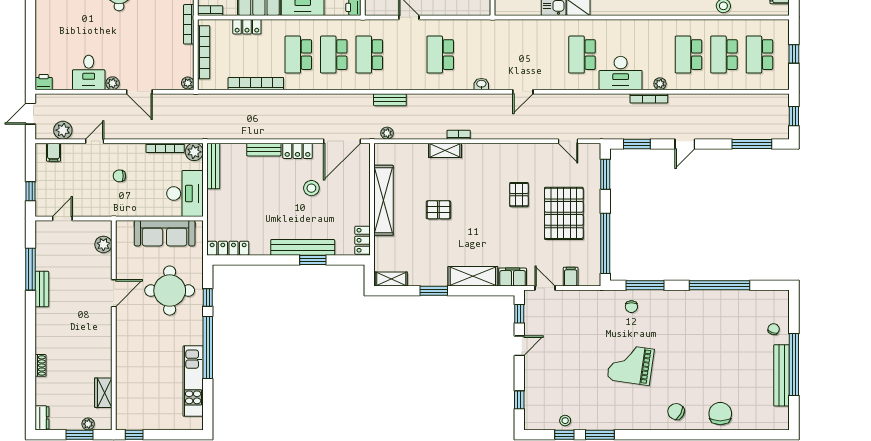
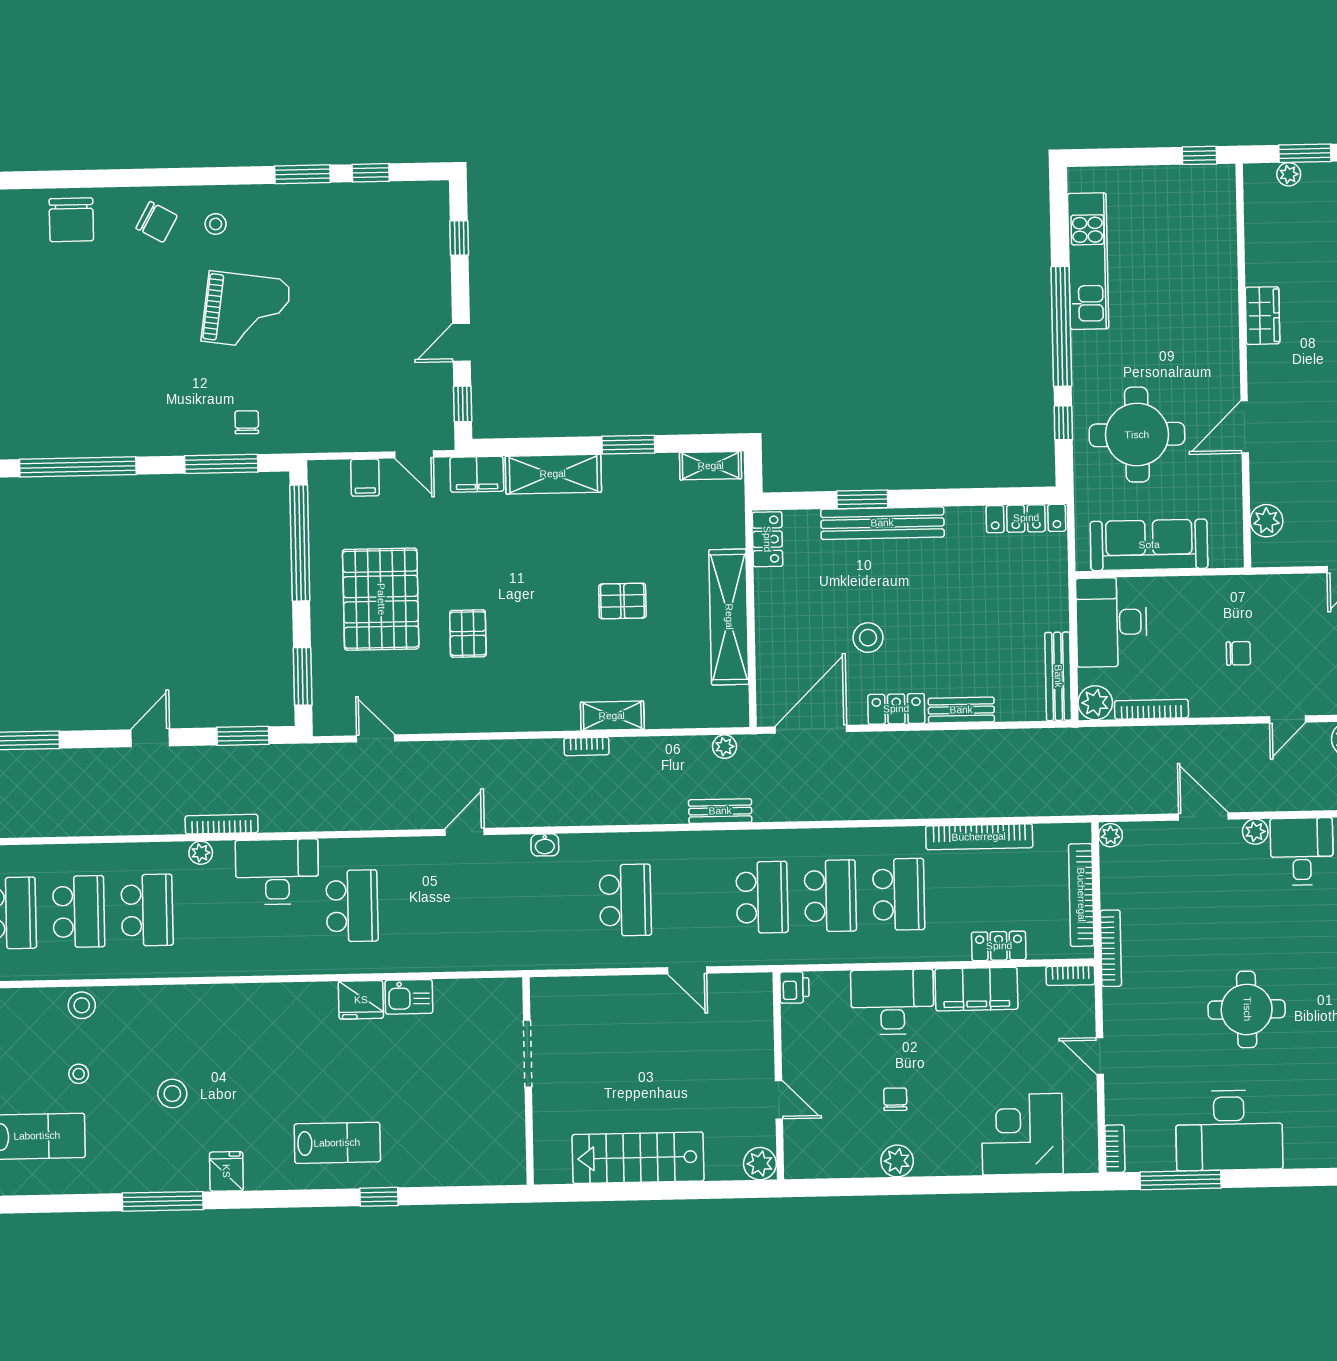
wardrobe: (103, 393) -> (1263, 316), moved
stool: (565, 421) -> (216, 224), moved

